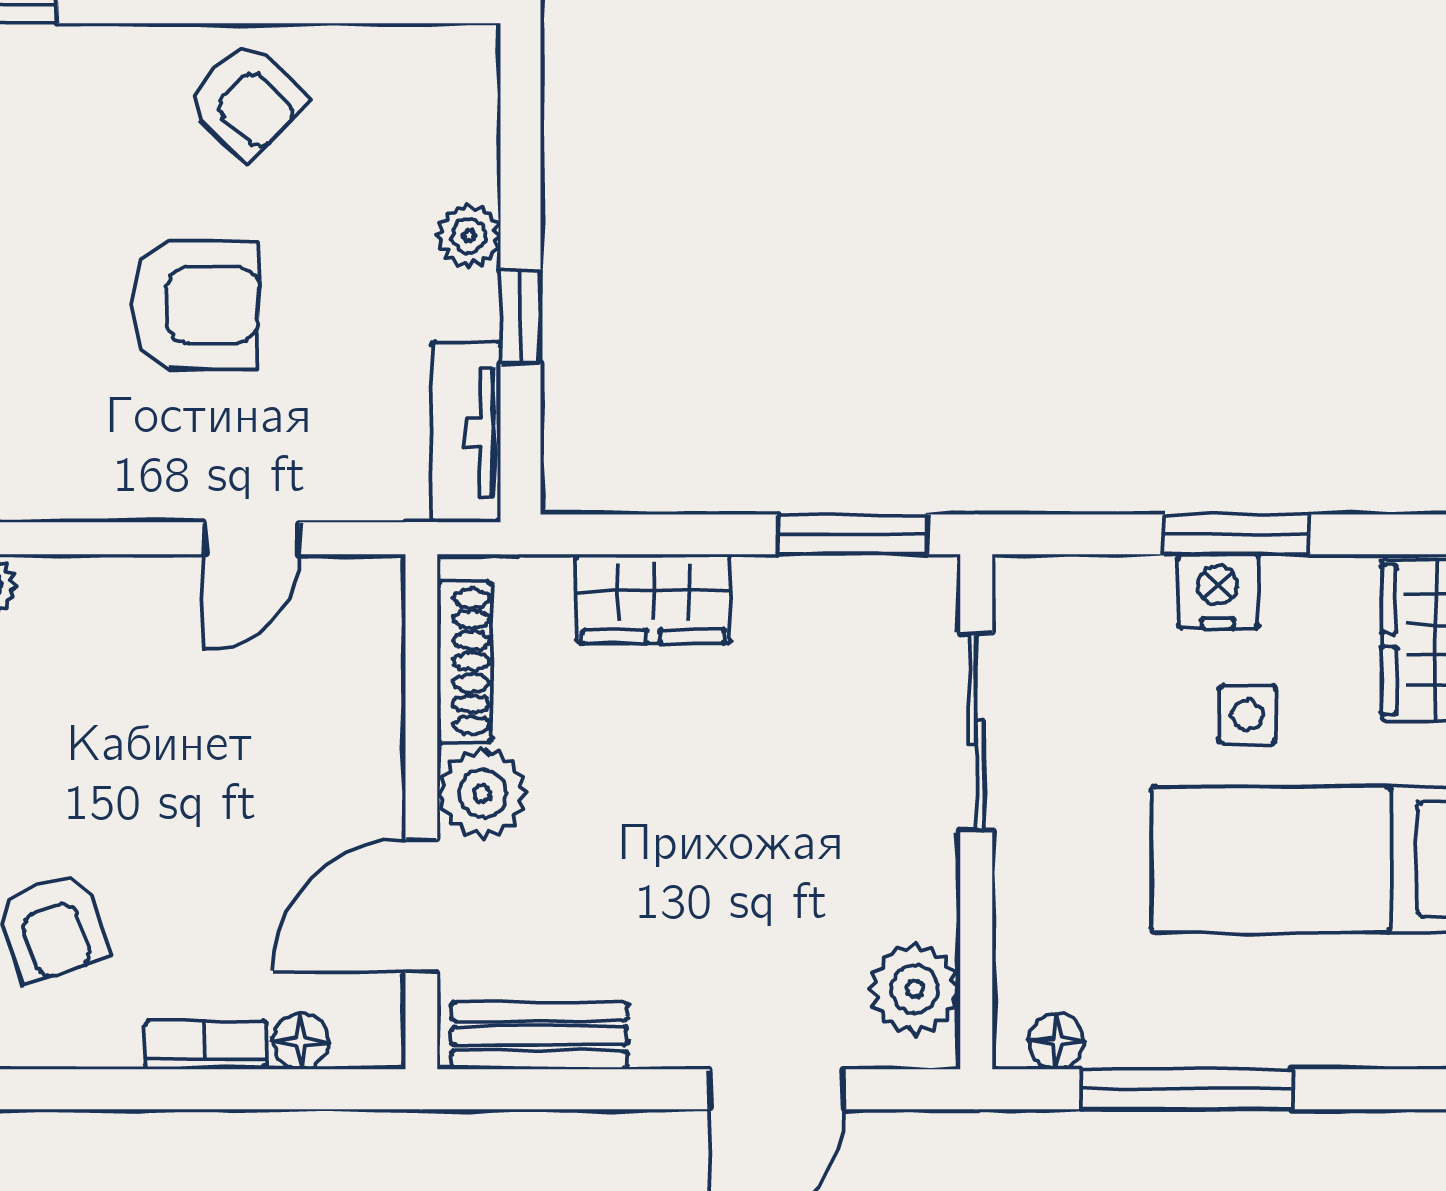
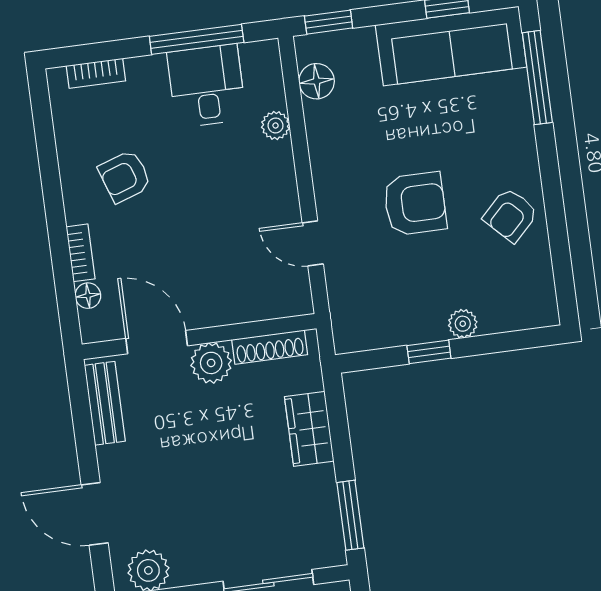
armchair: (195, 305) -> (415, 204), turned -90
tv unit: (466, 432) -> (374, 334), removed

